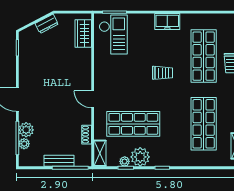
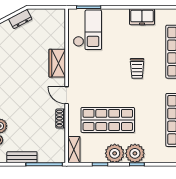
wardrobe: (83, 33) -> (57, 63), moved
trolley: (162, 73) -> (137, 68), turned 90
shoe rack: (87, 135) -> (61, 119), moved
bench: (59, 161) -> (22, 157), moved
plant: (125, 161) -> (135, 153), moved, width x1.87, depth x1.87

